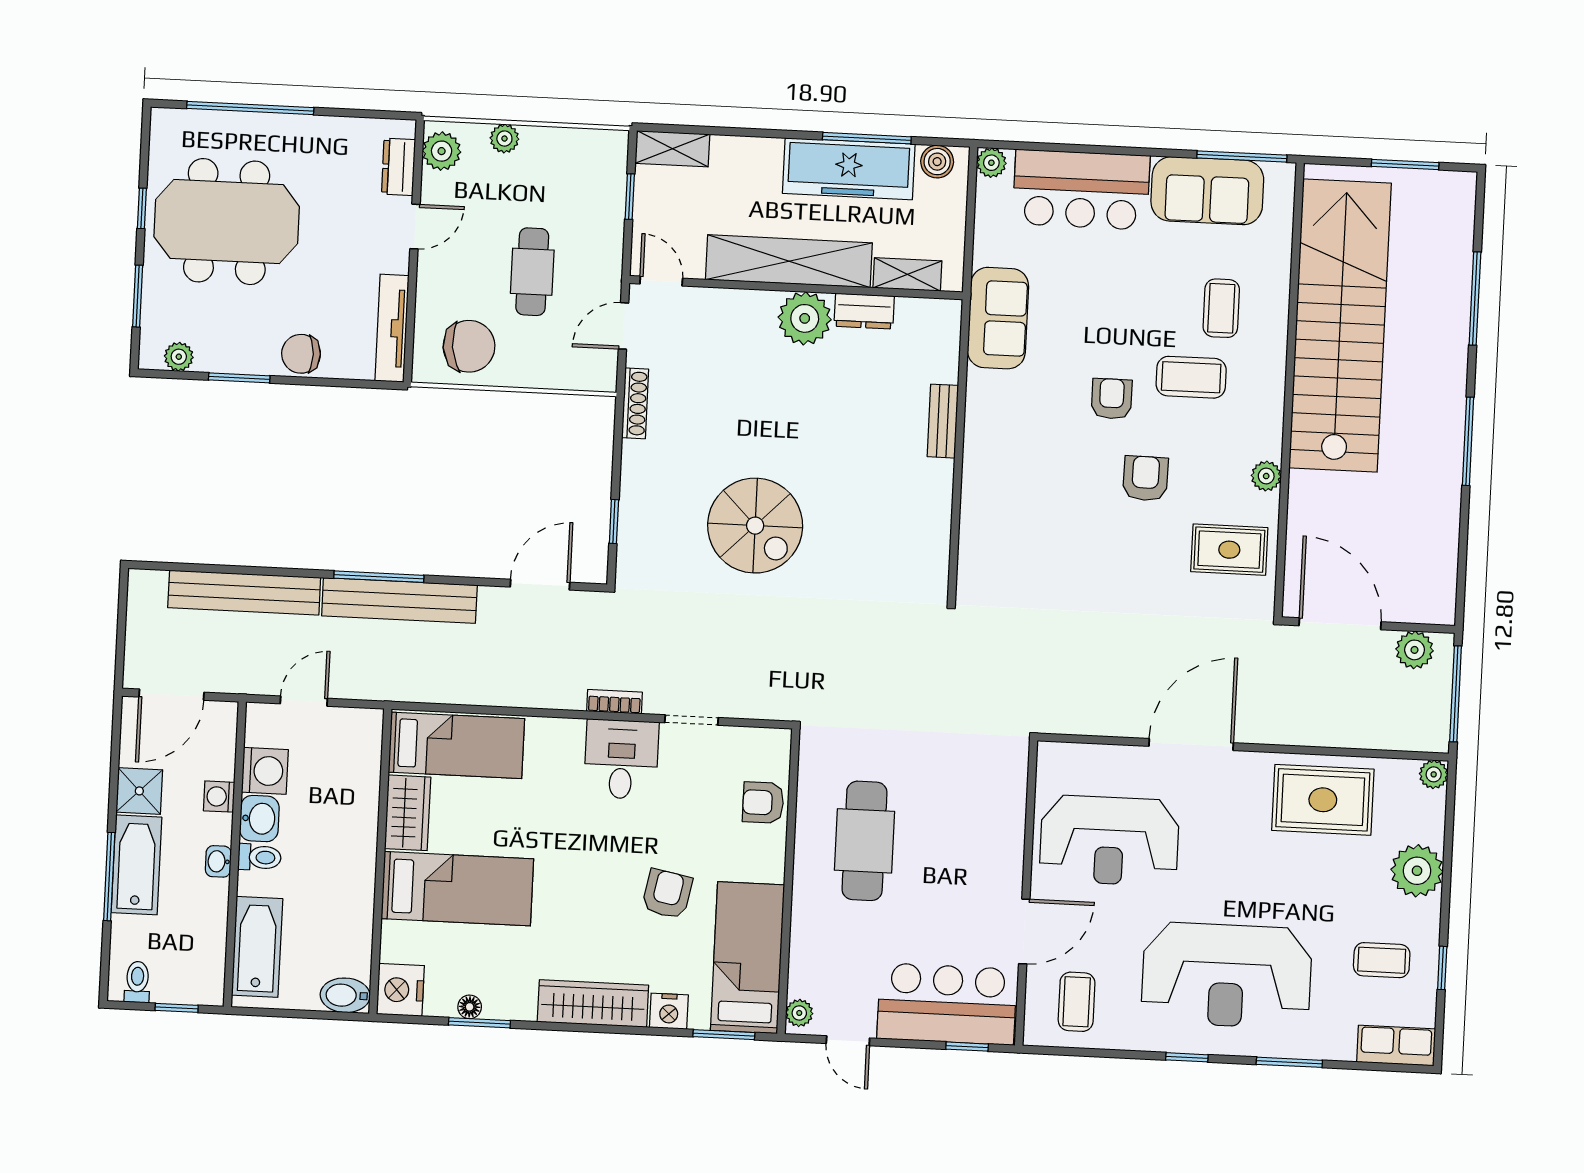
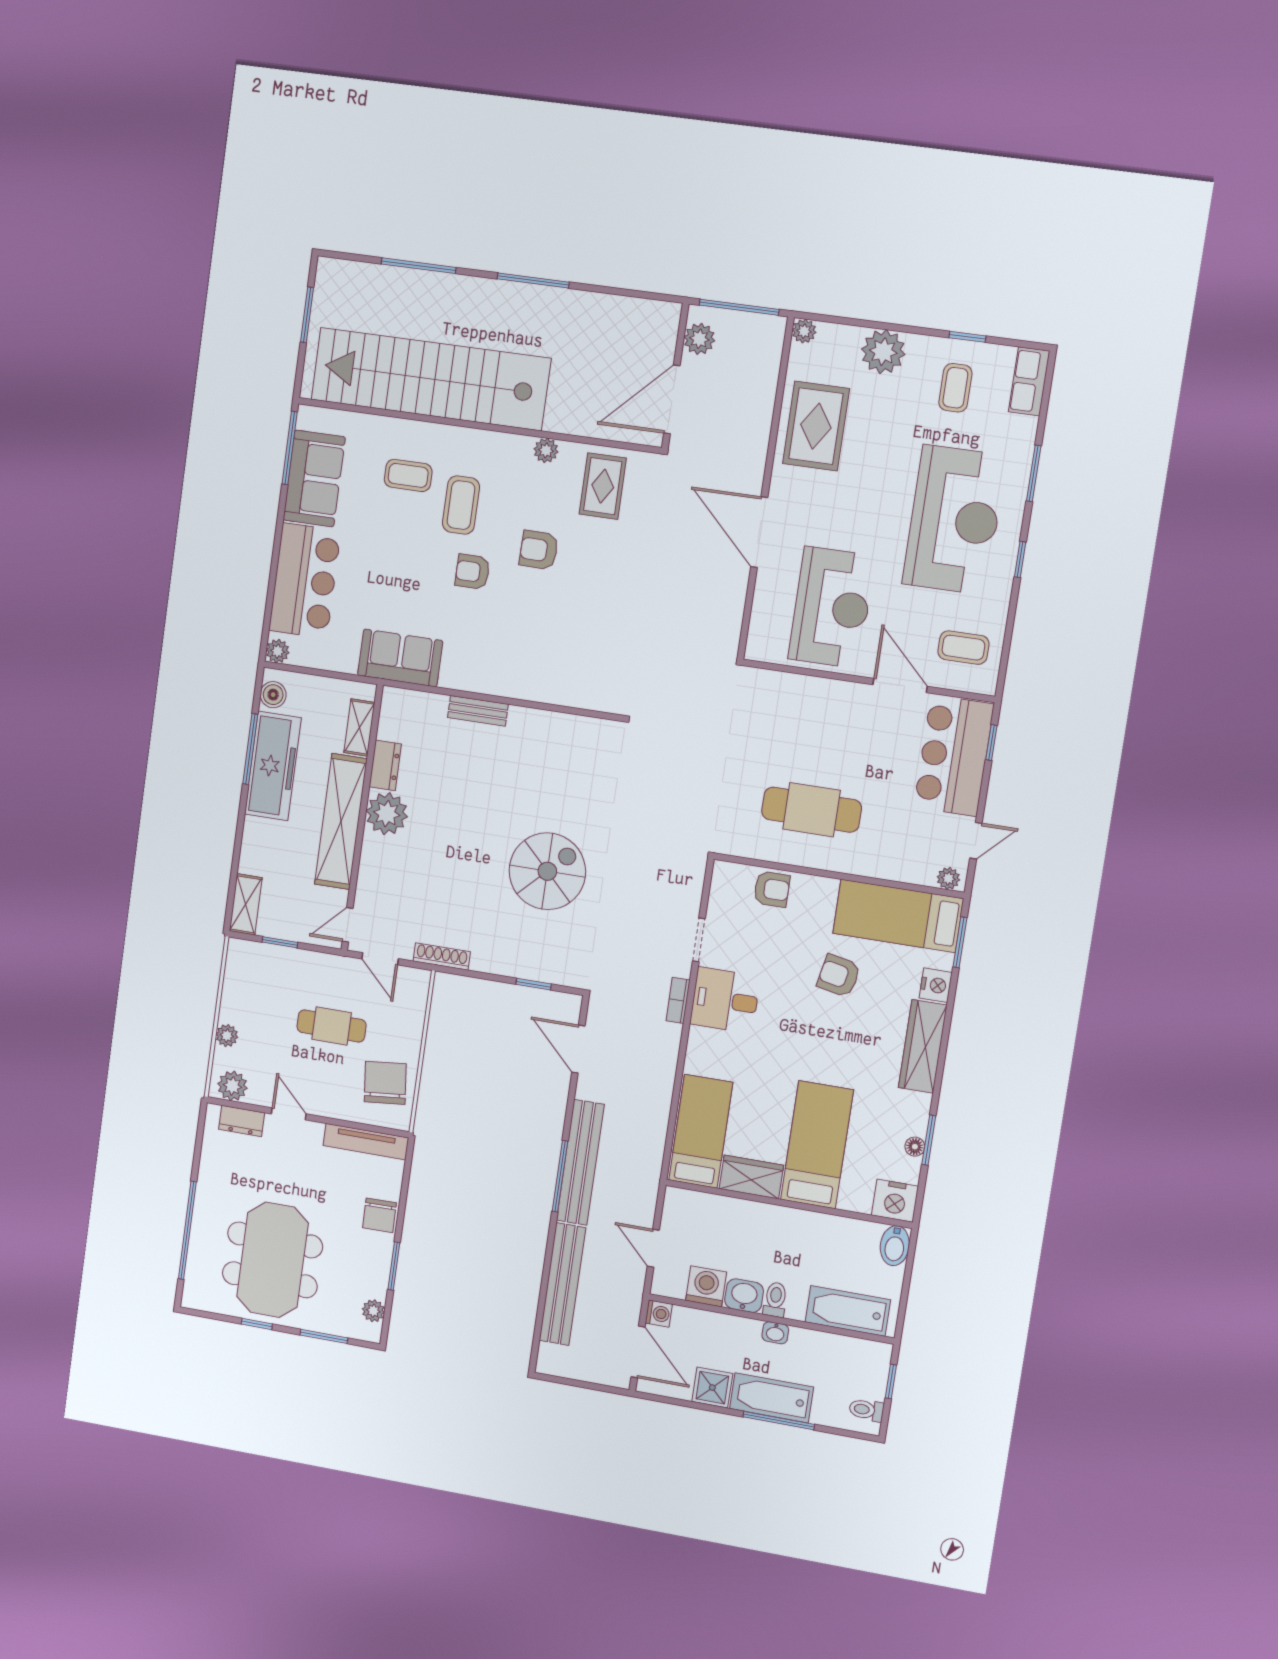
washing machine: (219, 797) -> (659, 1314), moved, turned -90
armchair: (763, 803) -> (772, 889), turned -90

